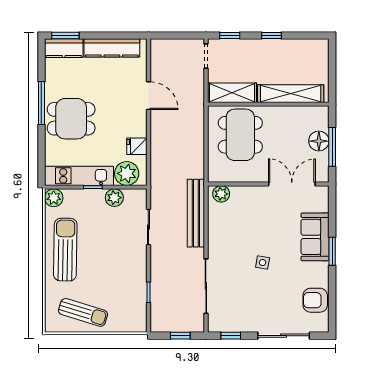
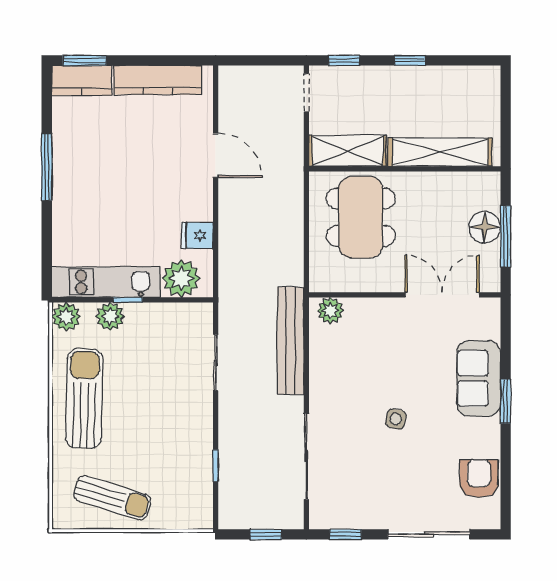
dining table: (71, 119) -> (93, 192), removed
plant: (114, 198) -> (110, 316), moved
armchair: (315, 300) -> (479, 478), turned 90

